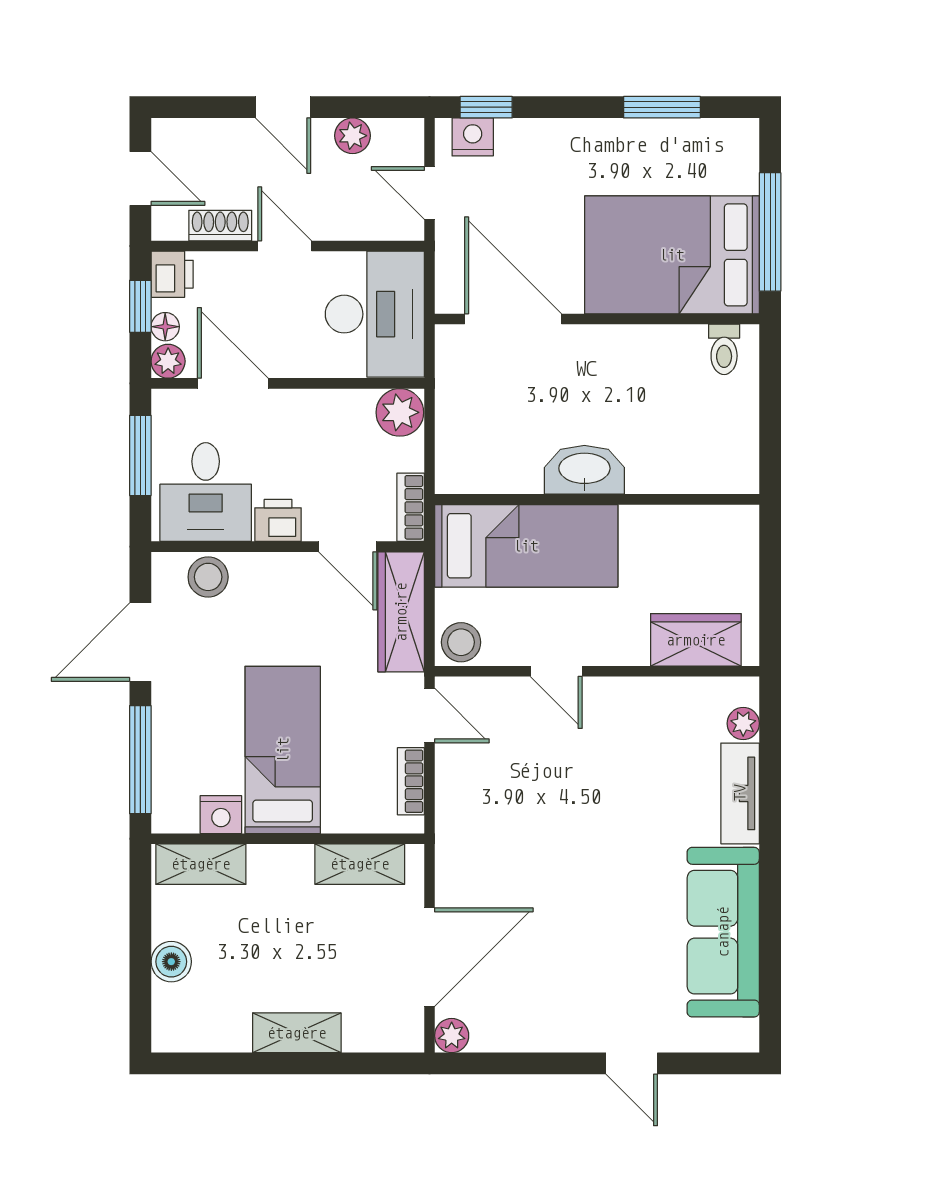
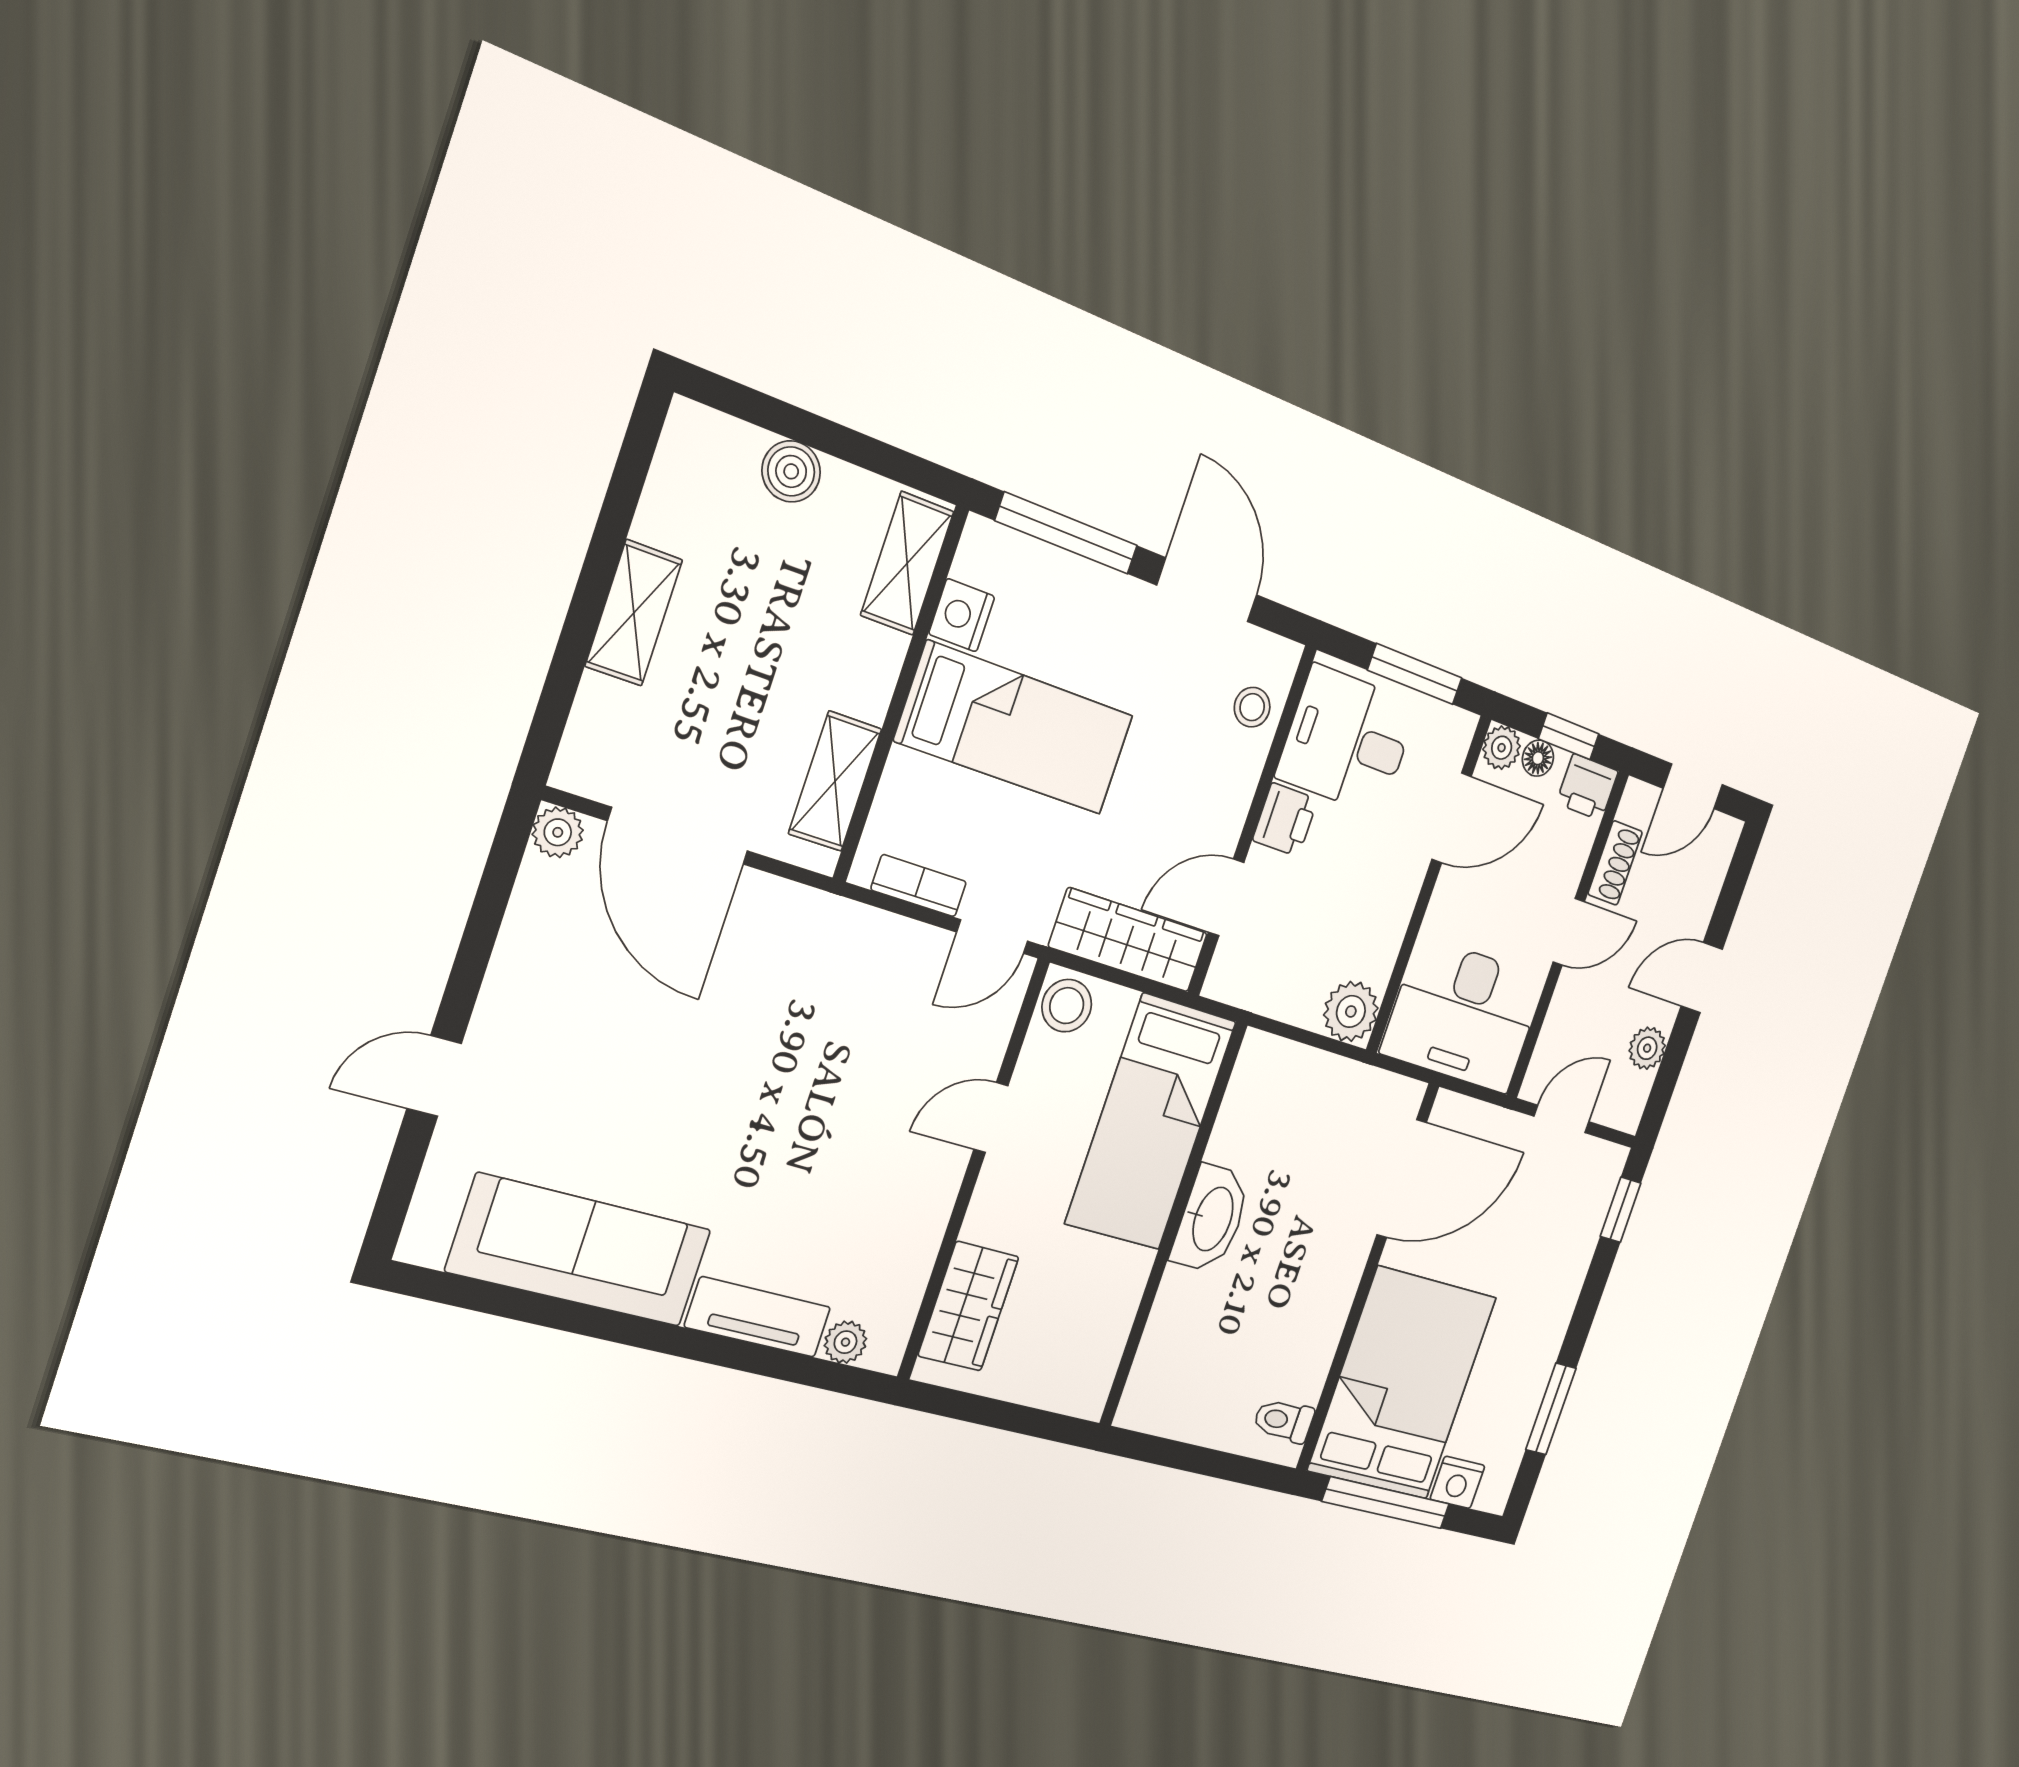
nightstand: (473, 137) -> (1457, 1482), moved, turned 90
bookcase: (411, 507) -> (1243, 991), removed
stool: (208, 577) -> (1252, 707), width x0.73, depth x0.73

